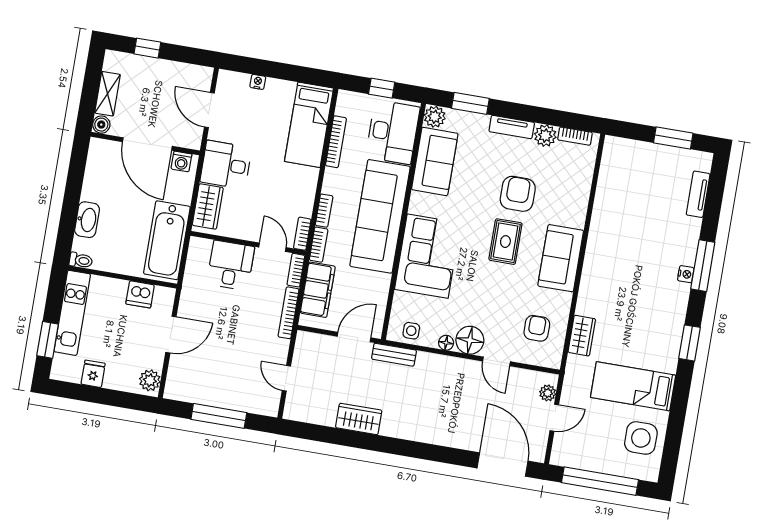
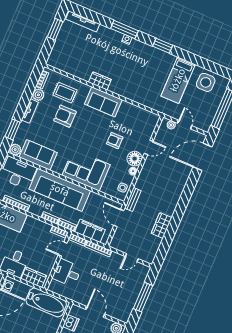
tv unit: (698, 194) -> (83, 21), width x1.41
rug: (505, 242) -> (65, 93), moved
armchair: (537, 328) -> (115, 141), moved
wardrobe: (582, 336) -> (100, 81), moved

